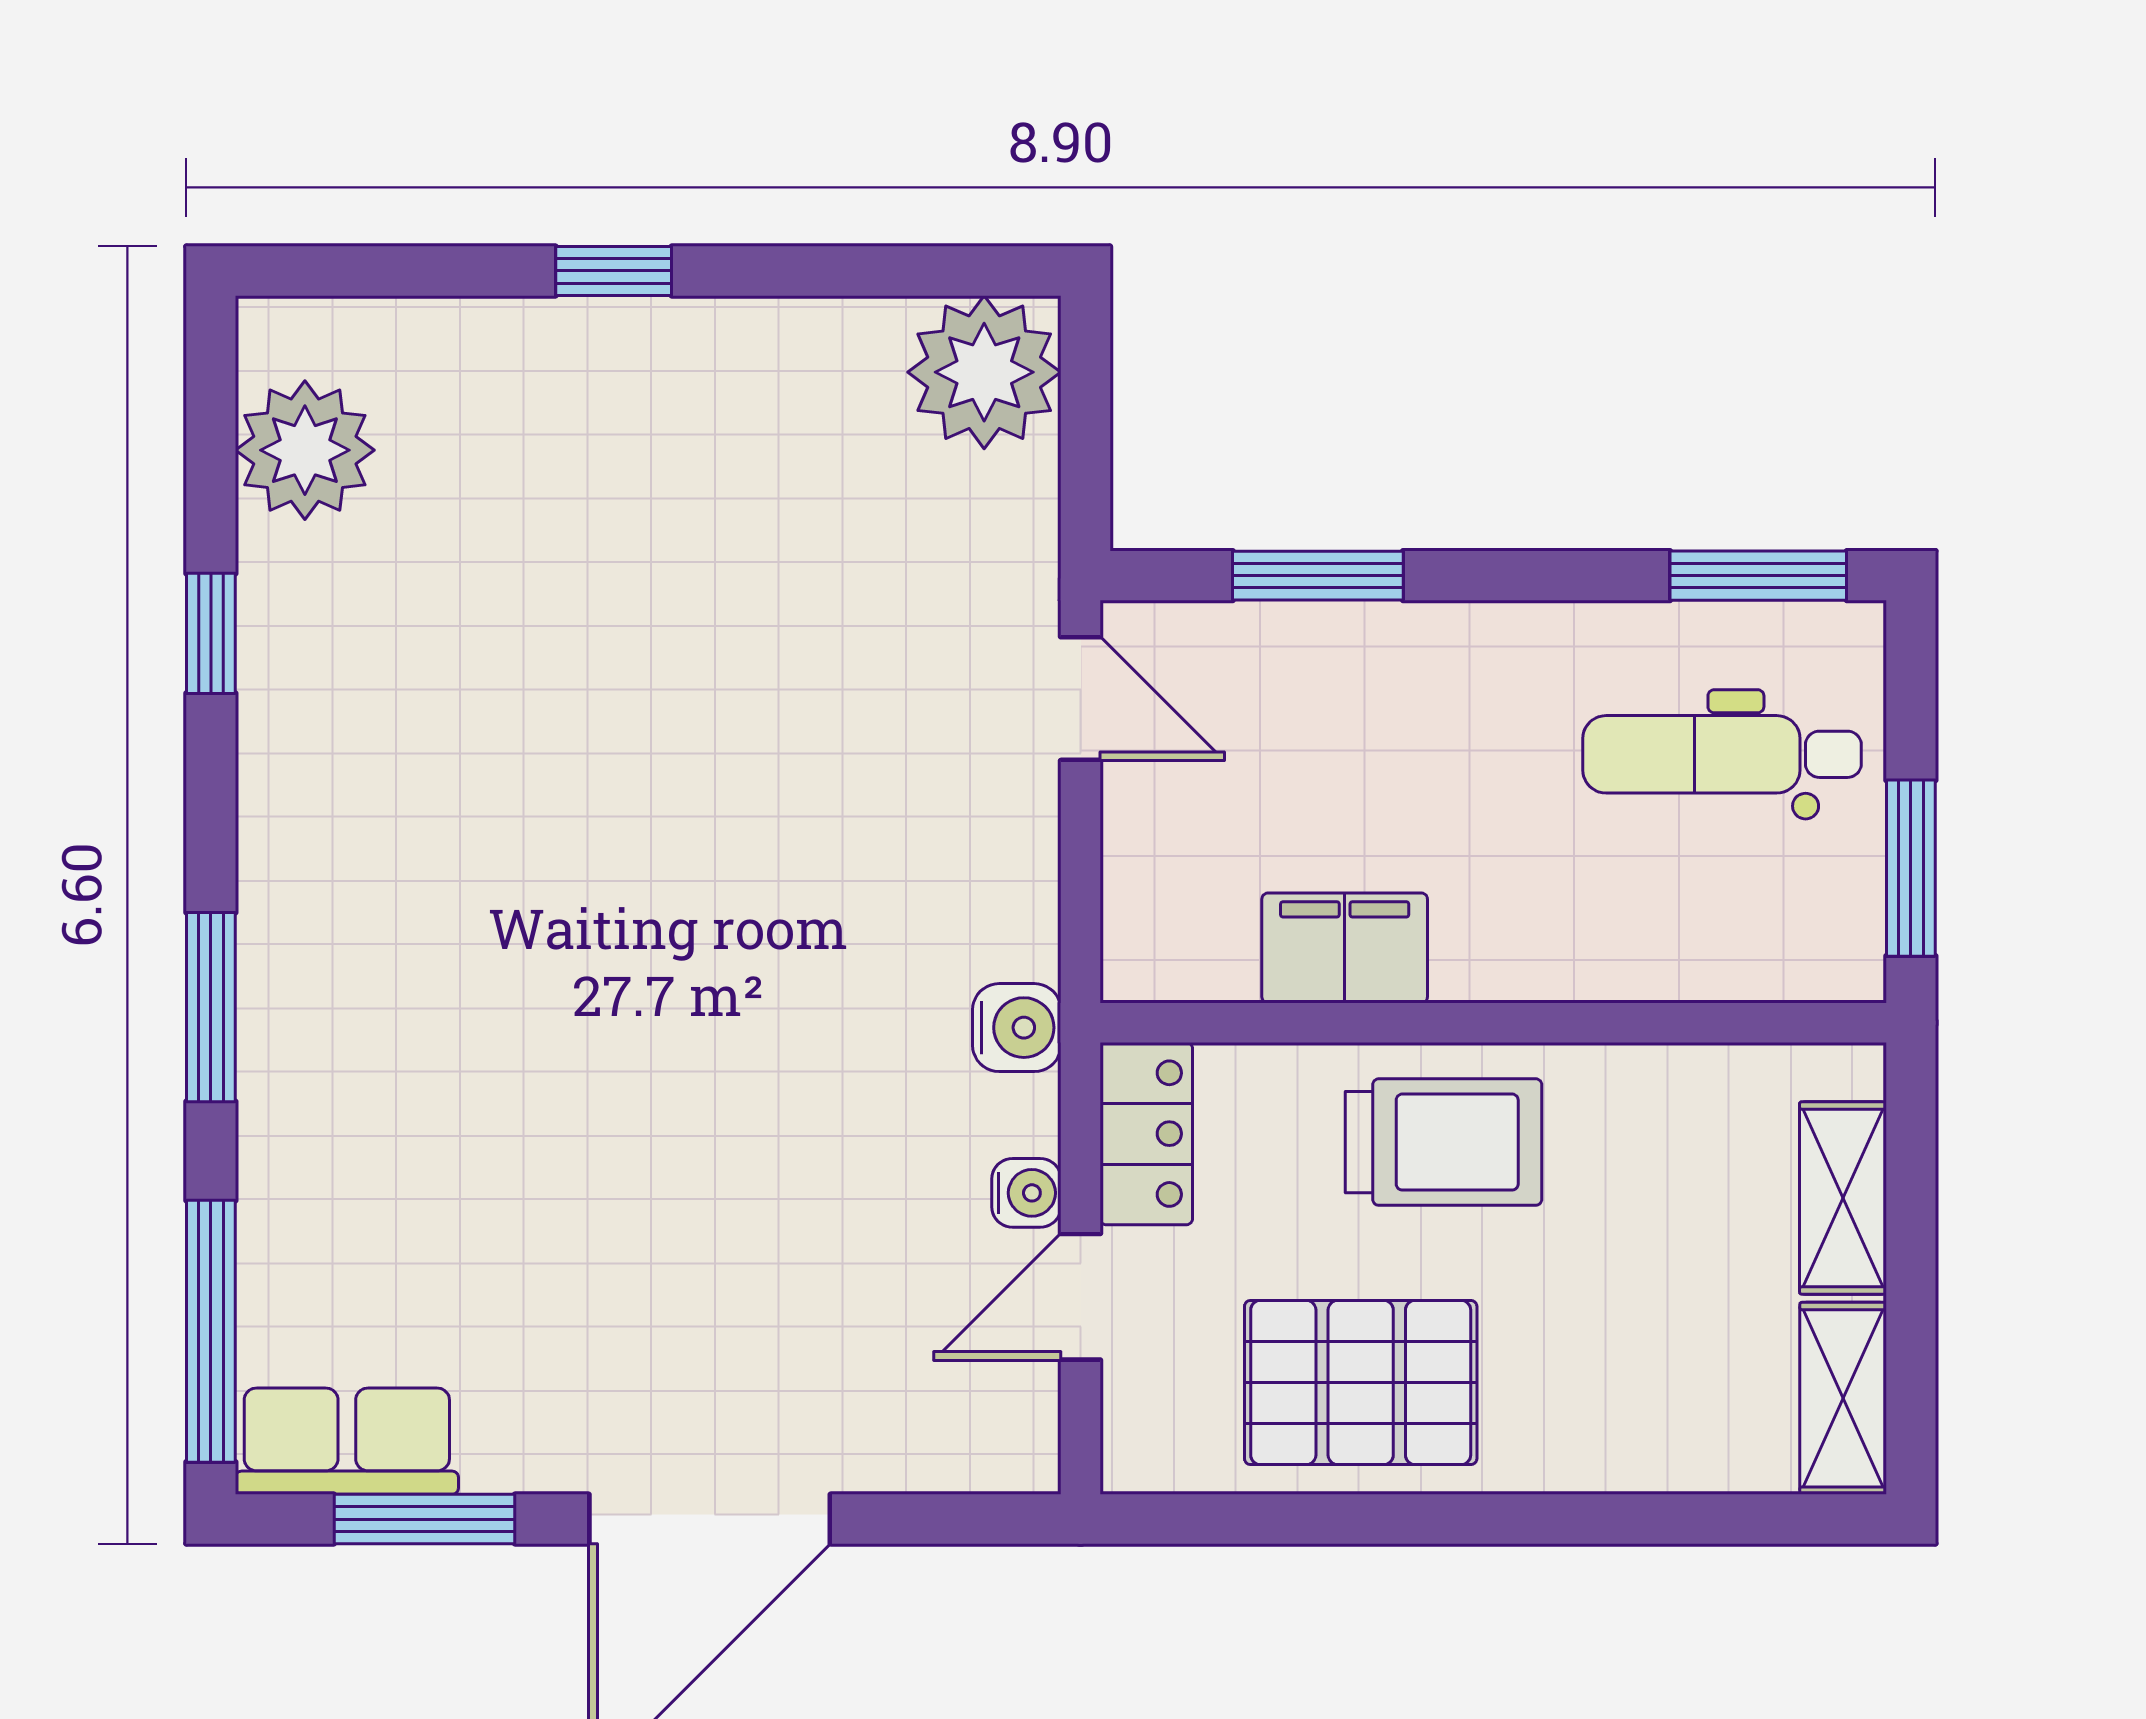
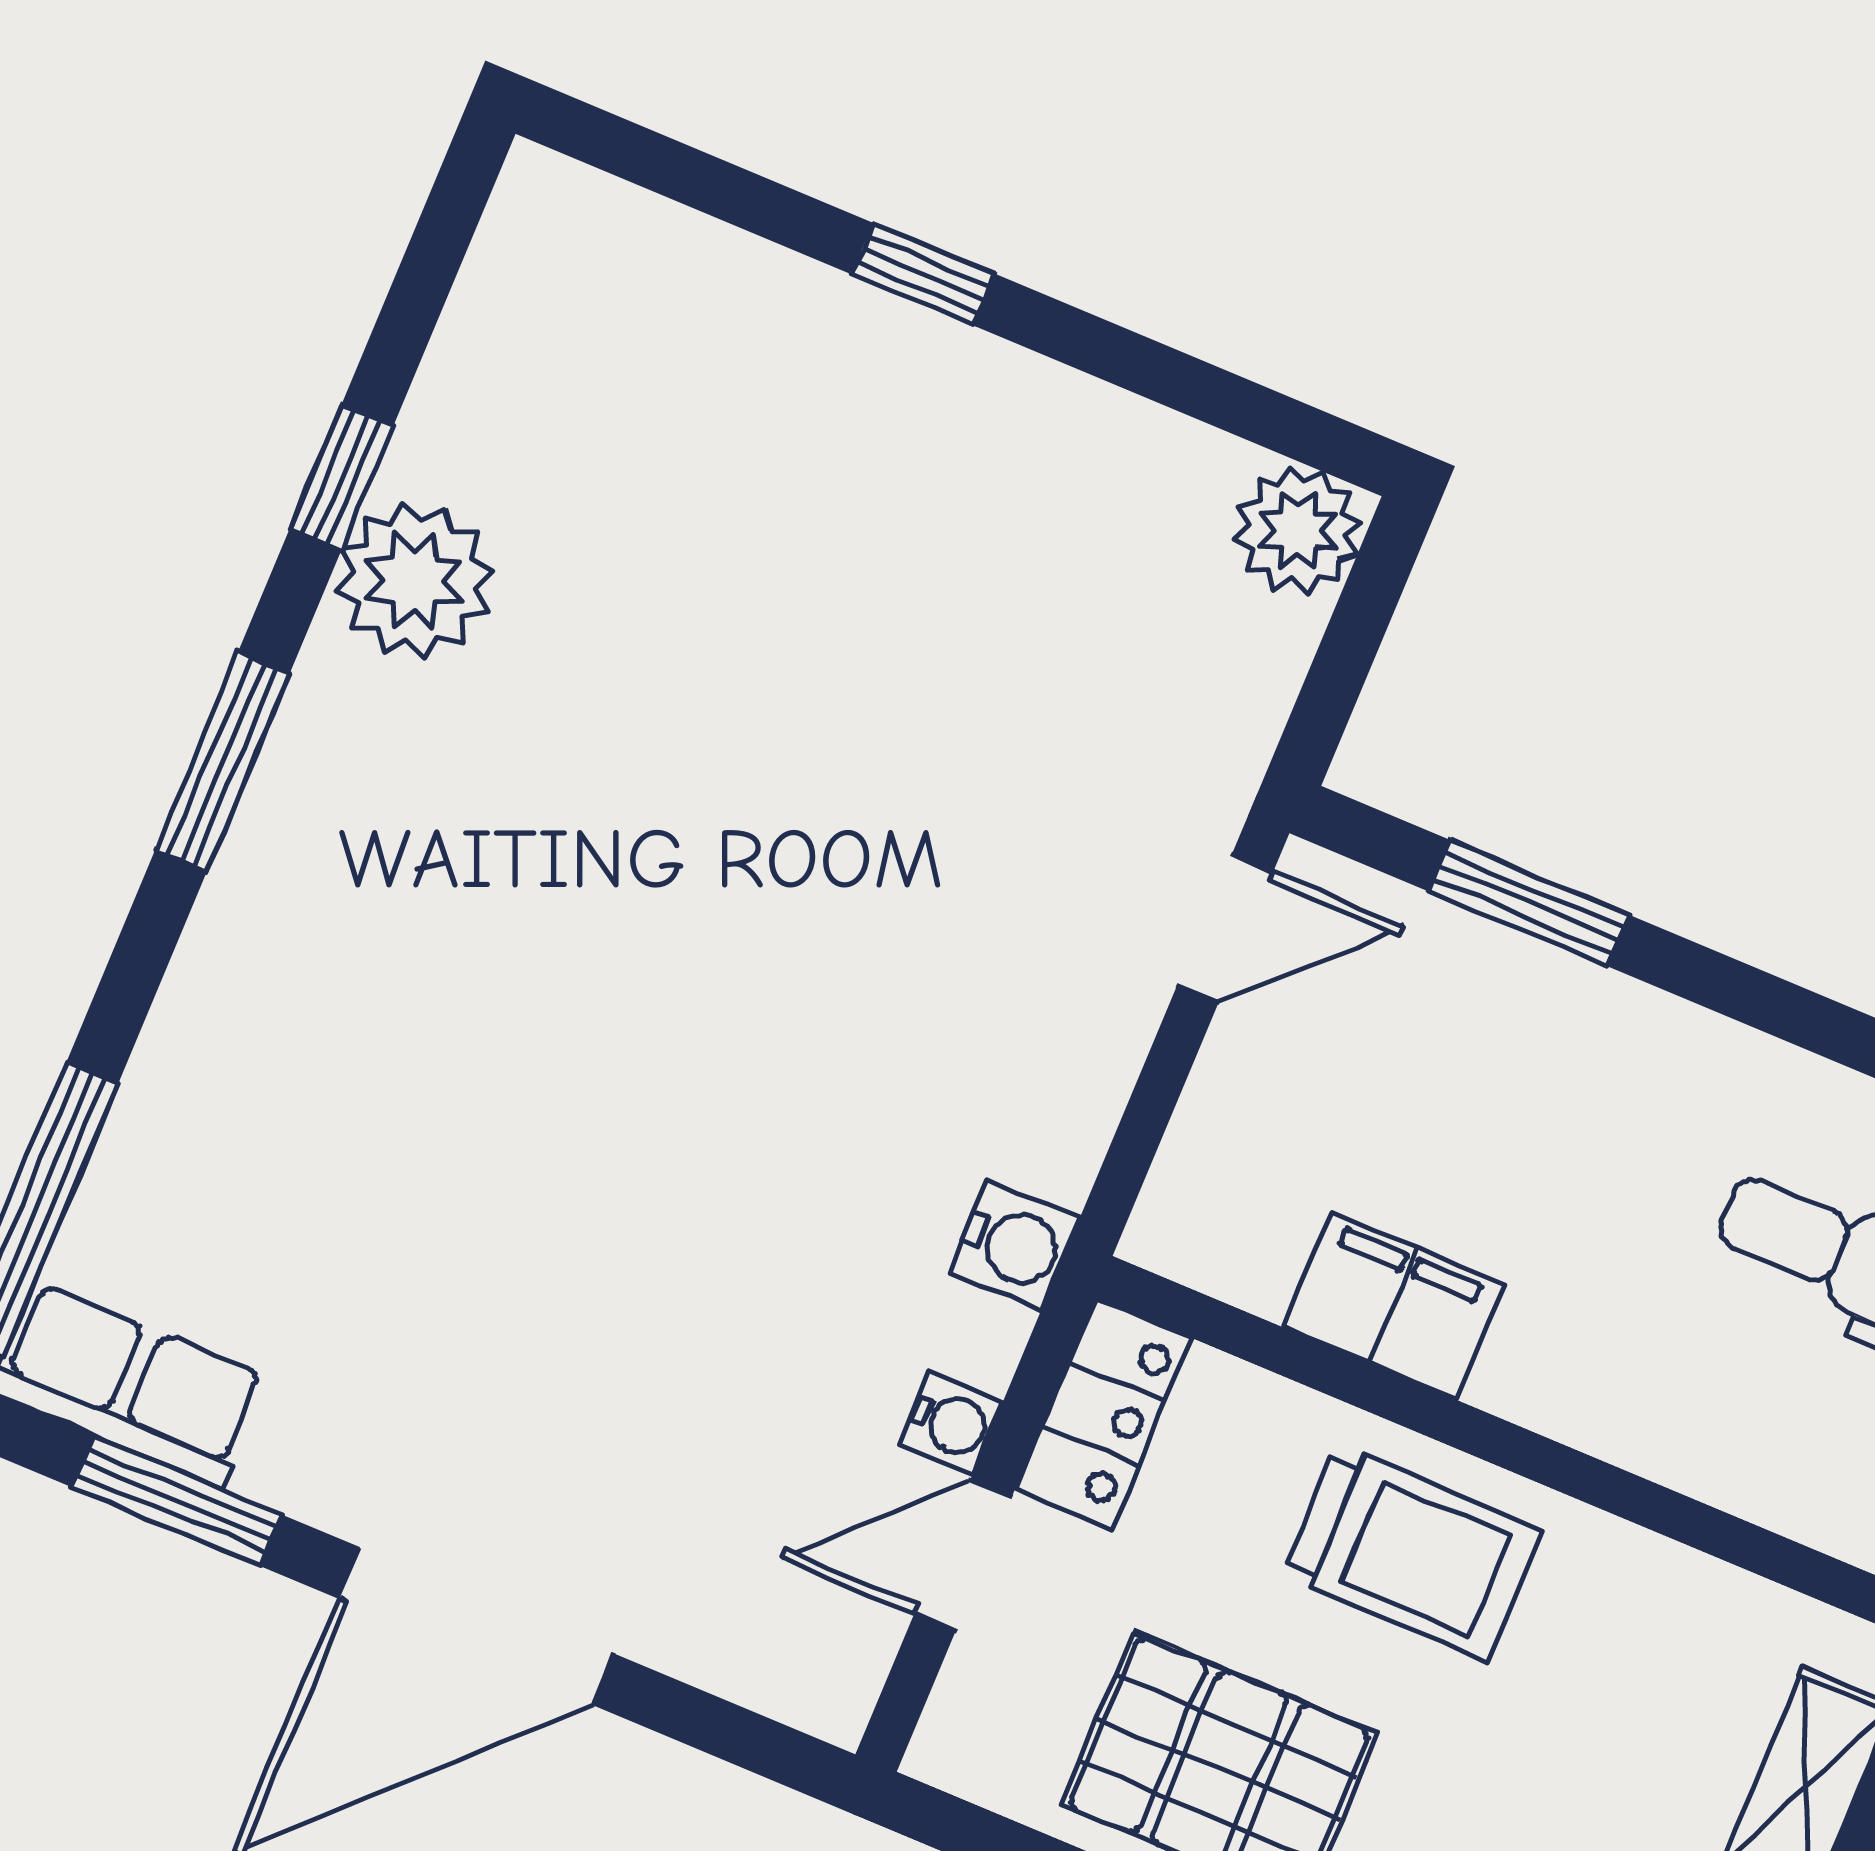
plant: (984, 372) -> (1298, 531), width x0.73, depth x0.73
plant: (305, 450) -> (414, 581), moved
door: (1081, 699) -> (1225, 928), hinge flipped
window: (211, 1007) -> (222, 762), moved

